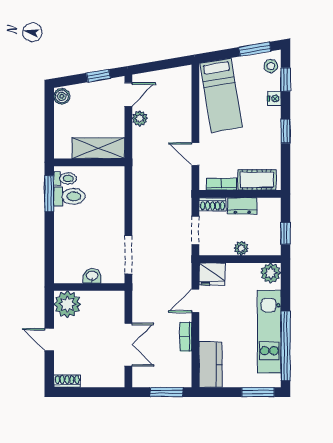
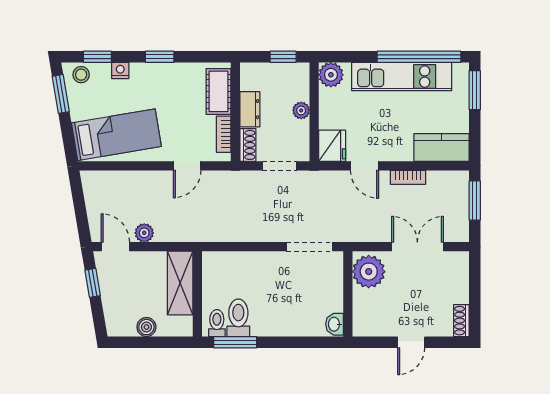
boiler: (62, 96) -> (146, 327), moved
washbasin: (92, 276) -> (334, 324), moved
plant: (67, 304) -> (369, 272), moved

